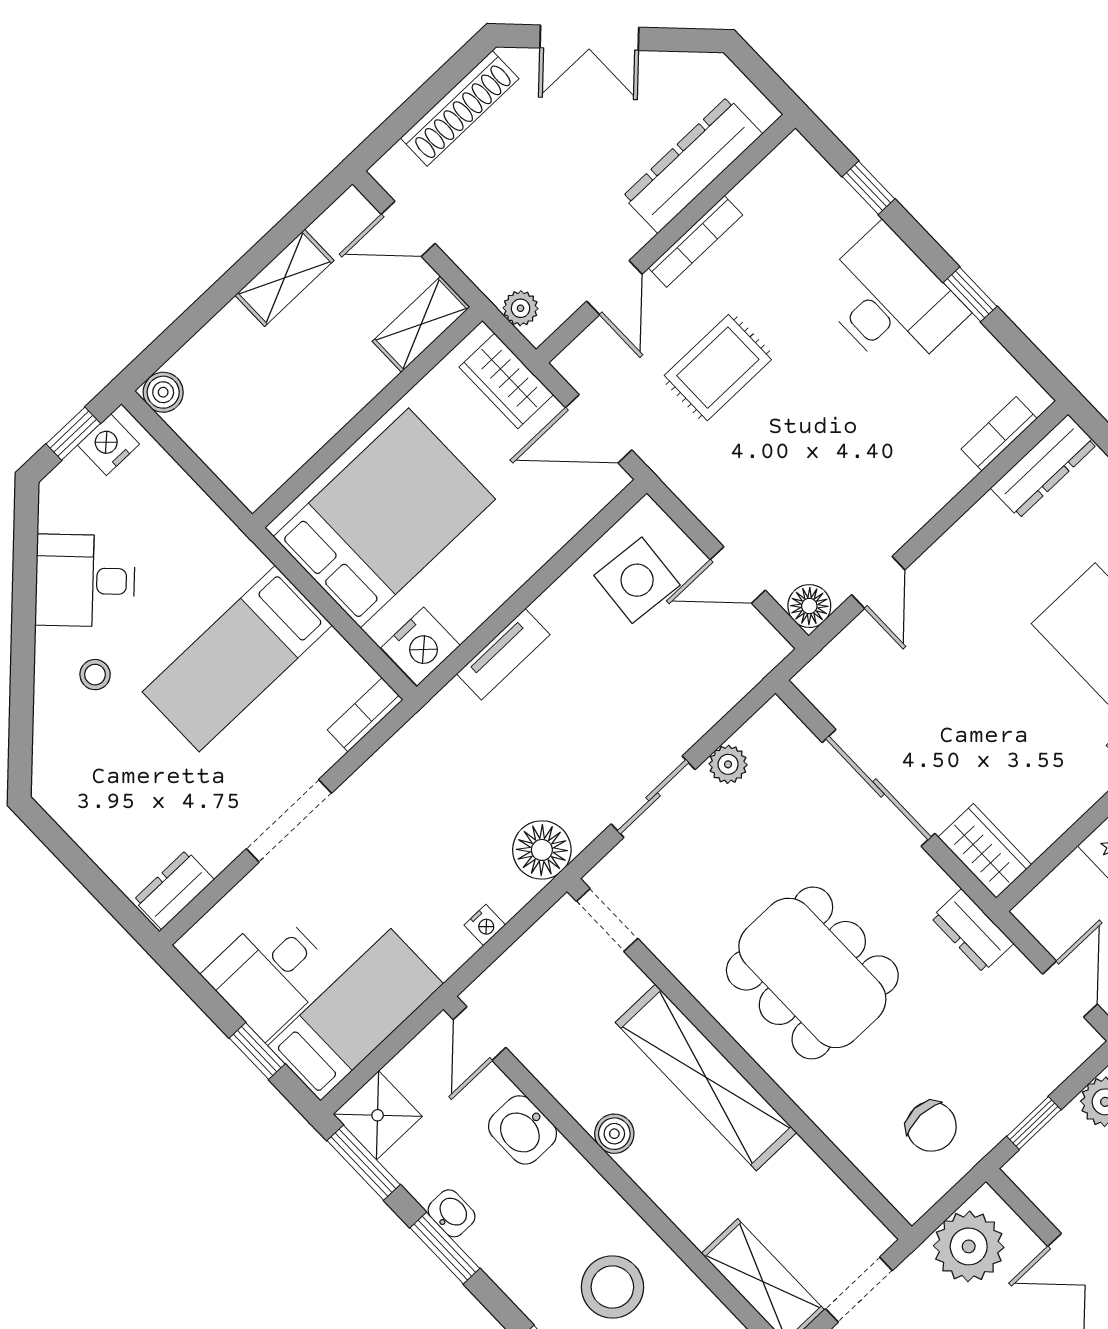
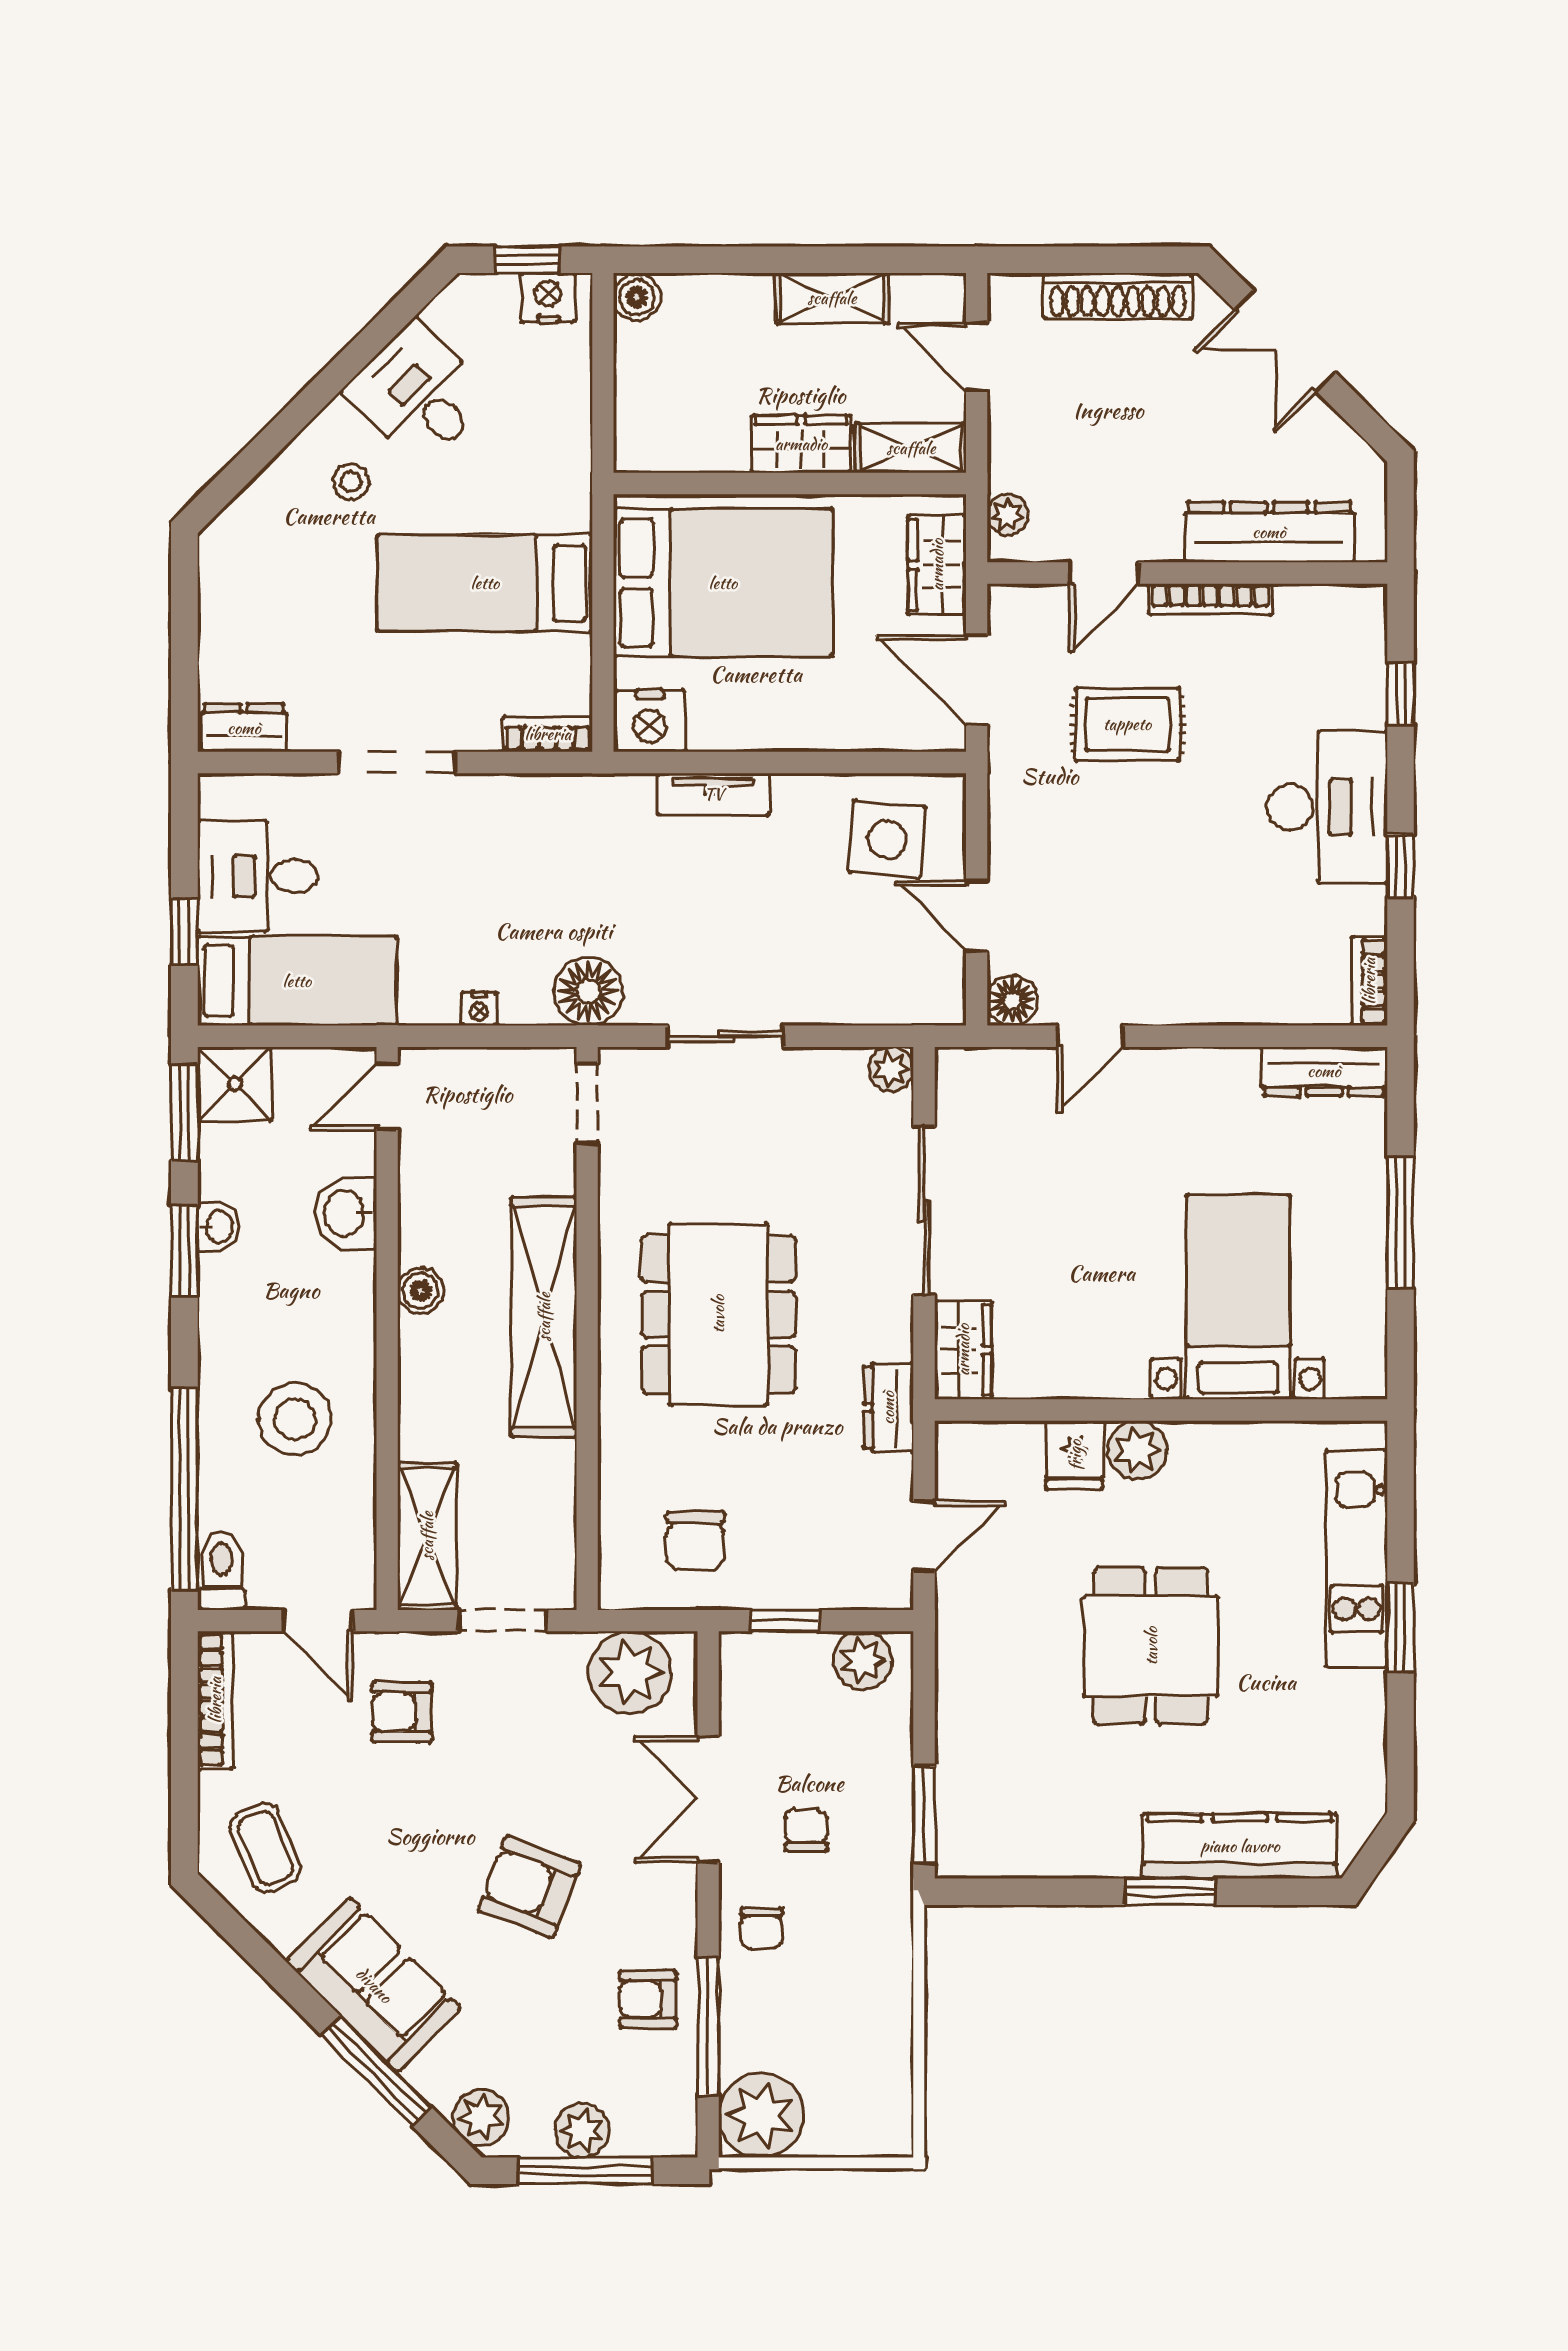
wardrobe: (351, 386) -> (801, 444), added
bookcase: (999, 434) -> (1369, 981), moved, turned -90
plant: (728, 764) -> (891, 1069), moved

